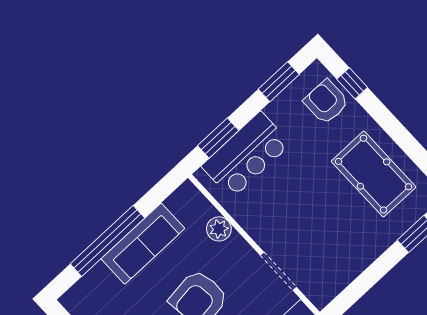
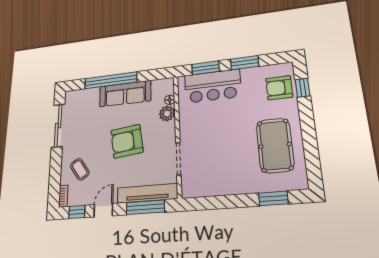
window: (279, 82) -> (245, 63), moved
armchair: (326, 102) -> (279, 88), turned -90
floor lamp: (208, 210) -> (170, 100), added

